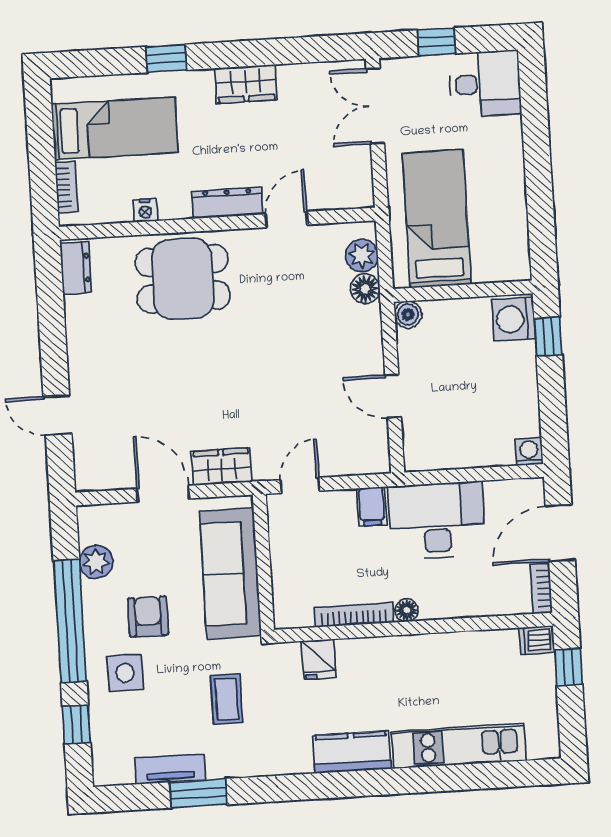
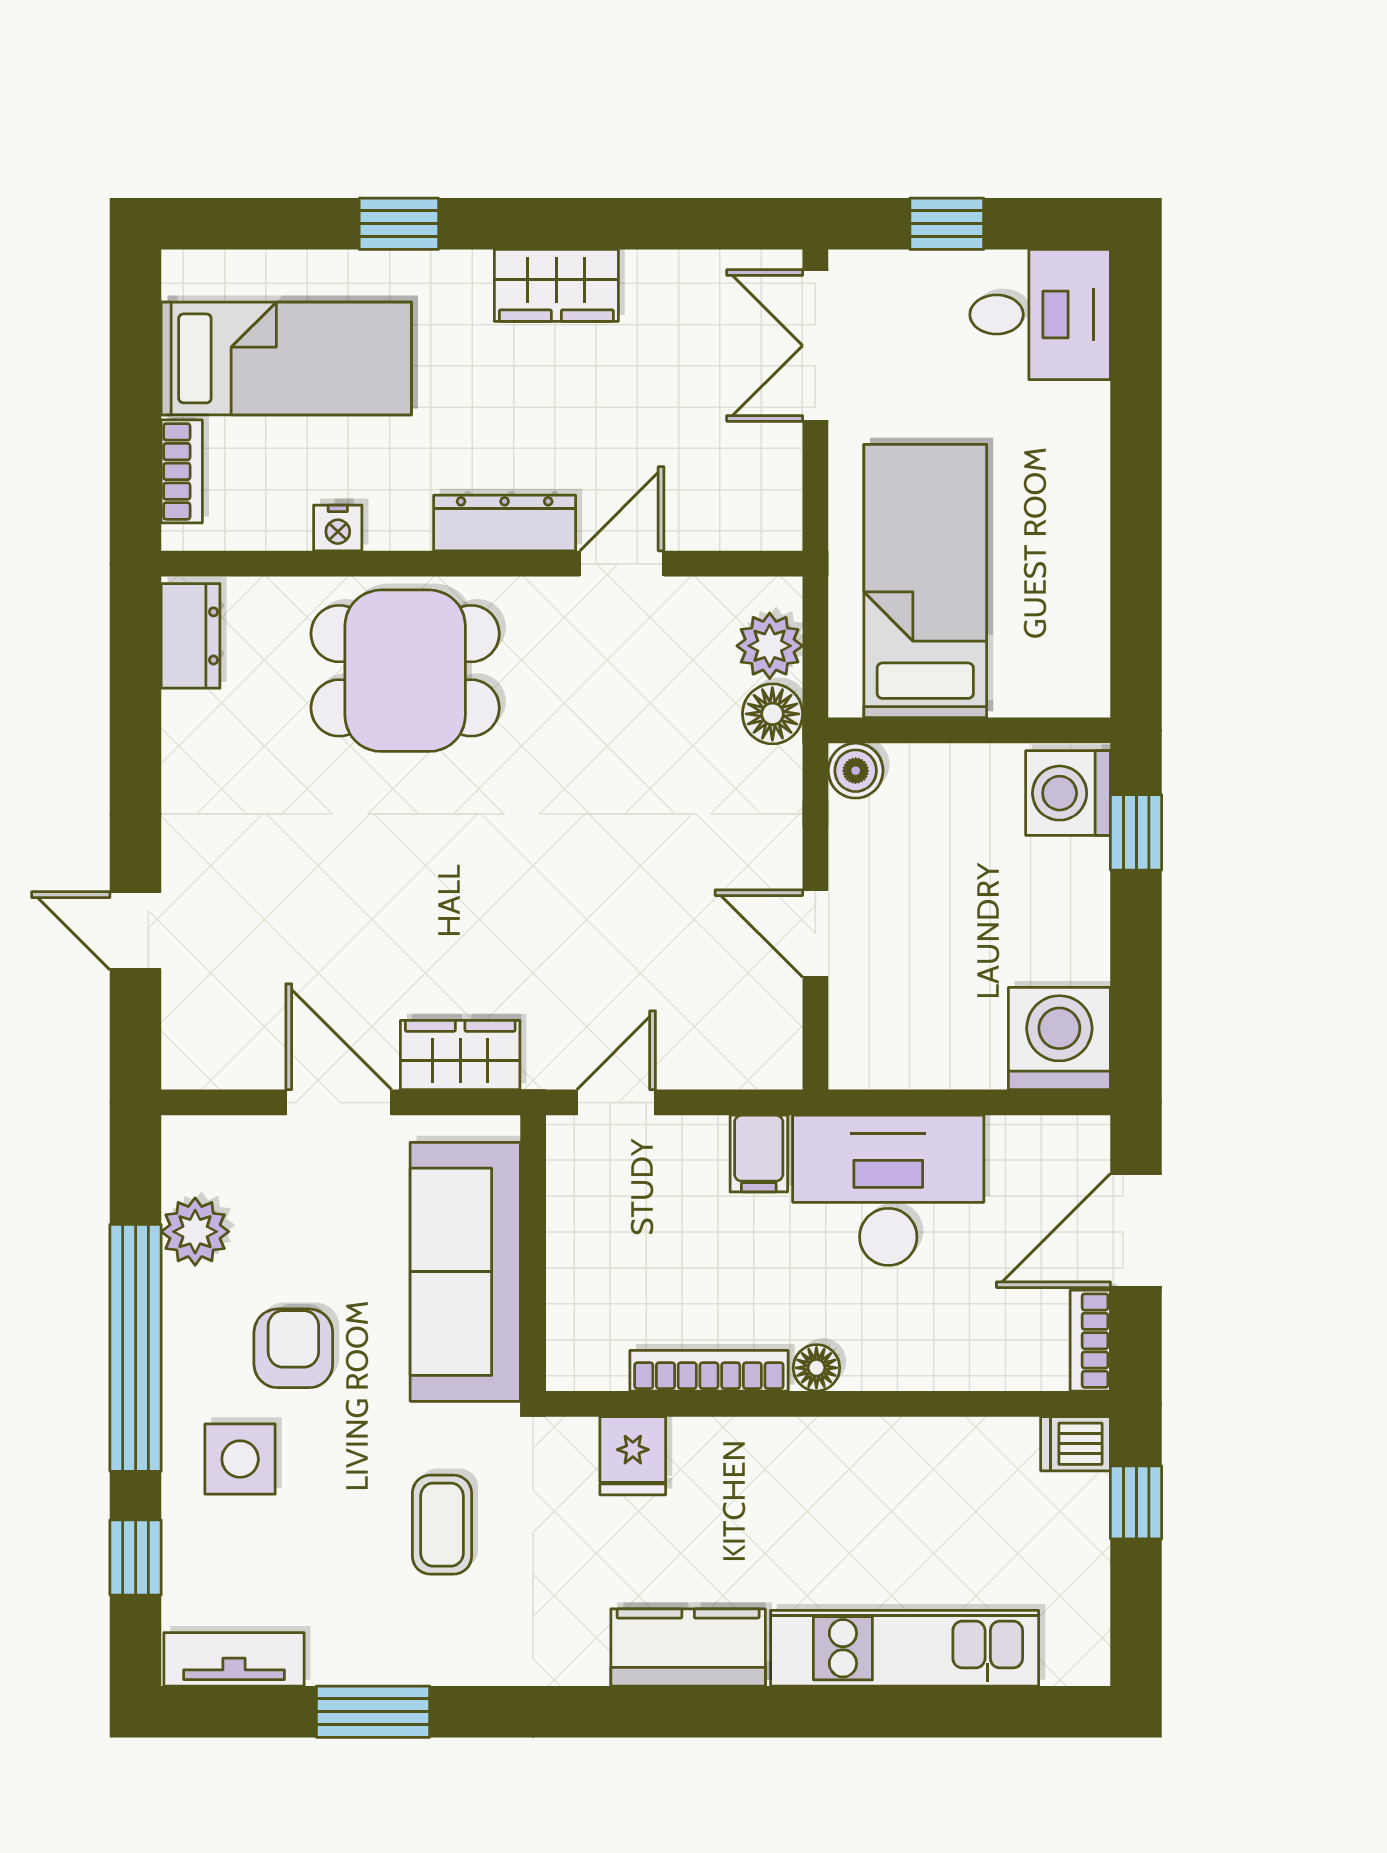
washing machine: (529, 452) -> (1059, 1039), width x1.89, depth x1.89
tv unit: (170, 769) -> (234, 1659), moved

